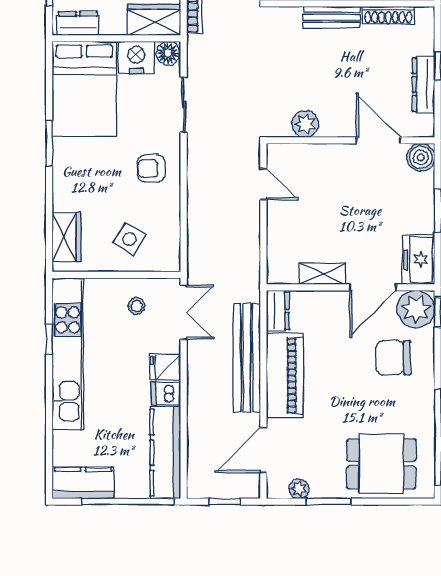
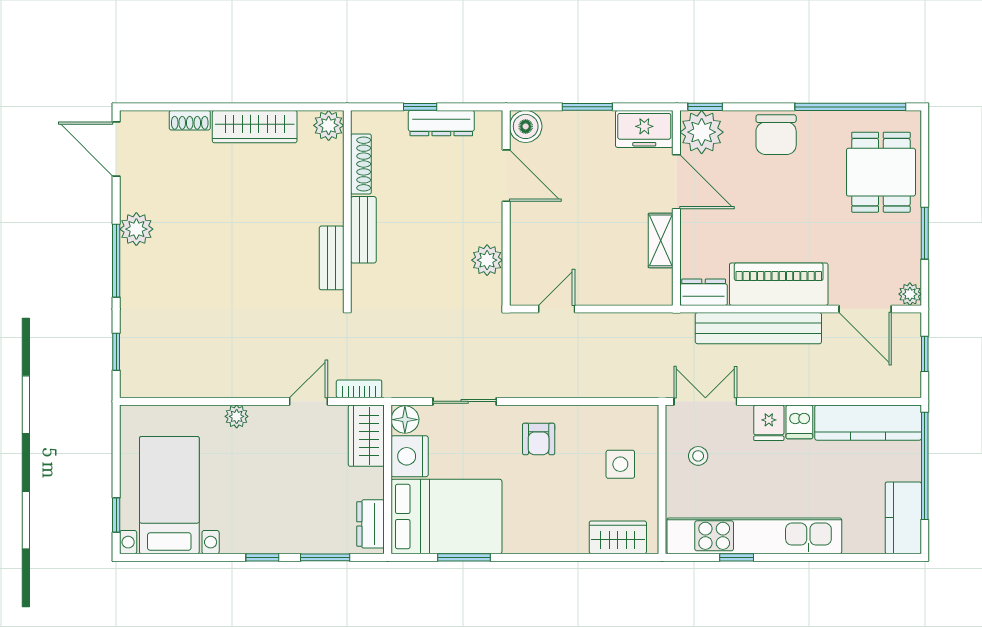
door: (378, 140) -> (506, 176), swing flipped
window: (49, 143) -> (464, 557), moved
side table: (129, 239) -> (620, 464), turned -31
chair: (393, 358) -> (776, 135), moved
plant: (299, 489) -> (910, 294), moved

